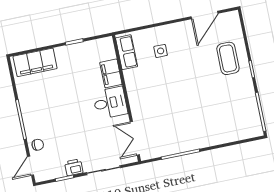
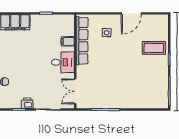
door: (204, 15) -> (131, 13), moved
row of seats: (127, 52) -> (82, 41), width x2.02
coffee table: (228, 58) -> (154, 48), turned 90
filing cabinet: (111, 73) -> (68, 41), width x0.50

